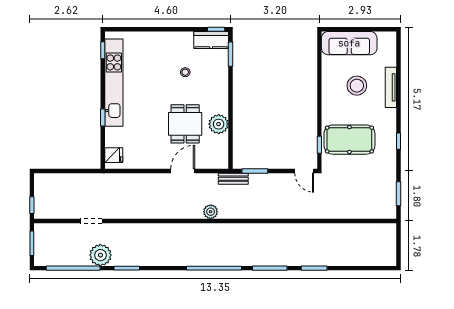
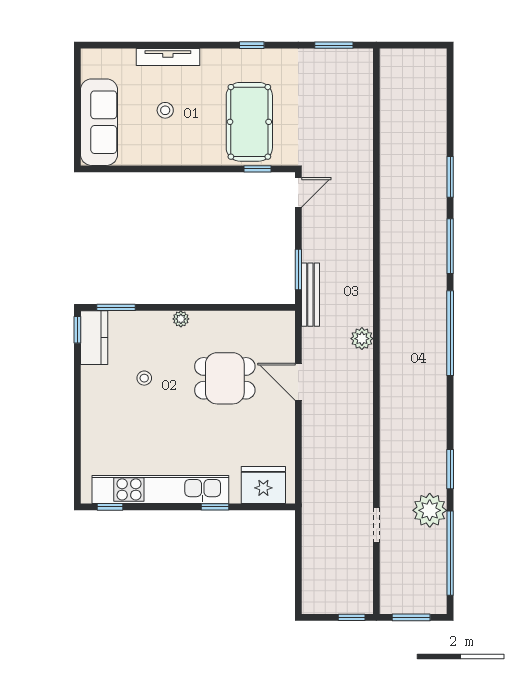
stool: (357, 86) -> (165, 110), width x0.53, depth x0.53
plant: (219, 124) -> (181, 319), moved, width x0.53, depth x0.53
fridge: (114, 155) -> (263, 485), width x1.88, depth x1.34
bench: (233, 179) -> (310, 295), width x1.36

